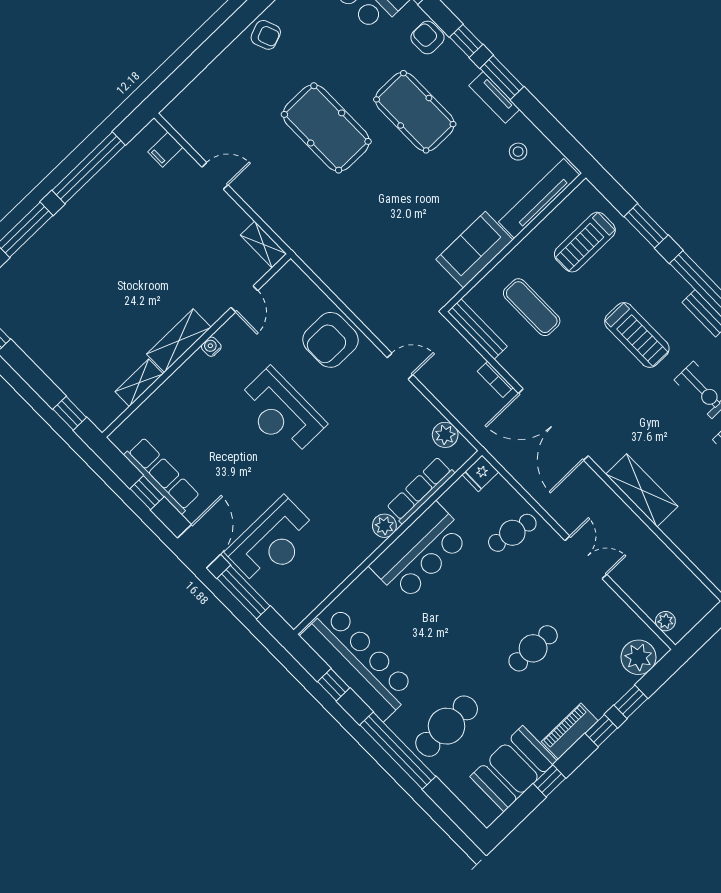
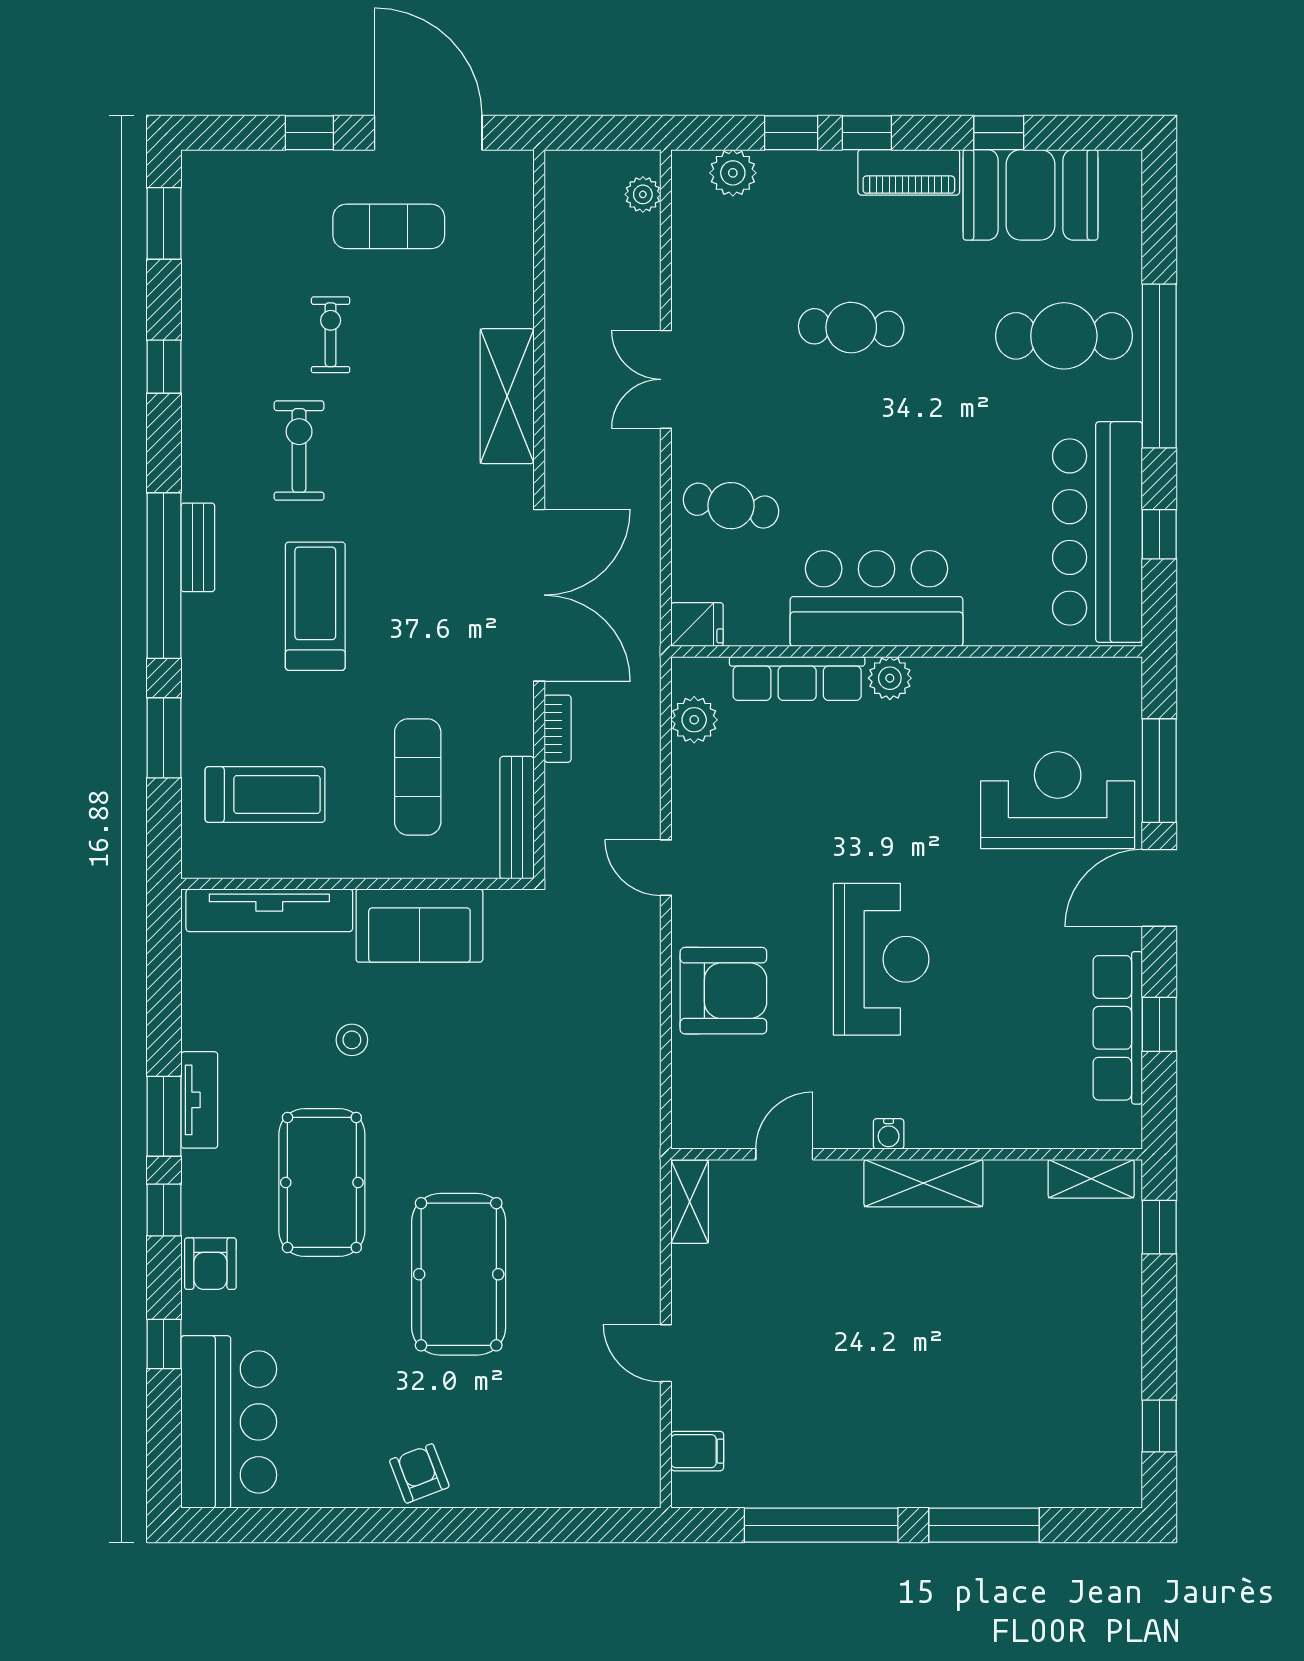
stool: (518, 152) -> (352, 1040), moved
shelving: (139, 383) -> (1091, 1179), moved
plant: (638, 657) -> (733, 173), width x0.73, depth x0.73

